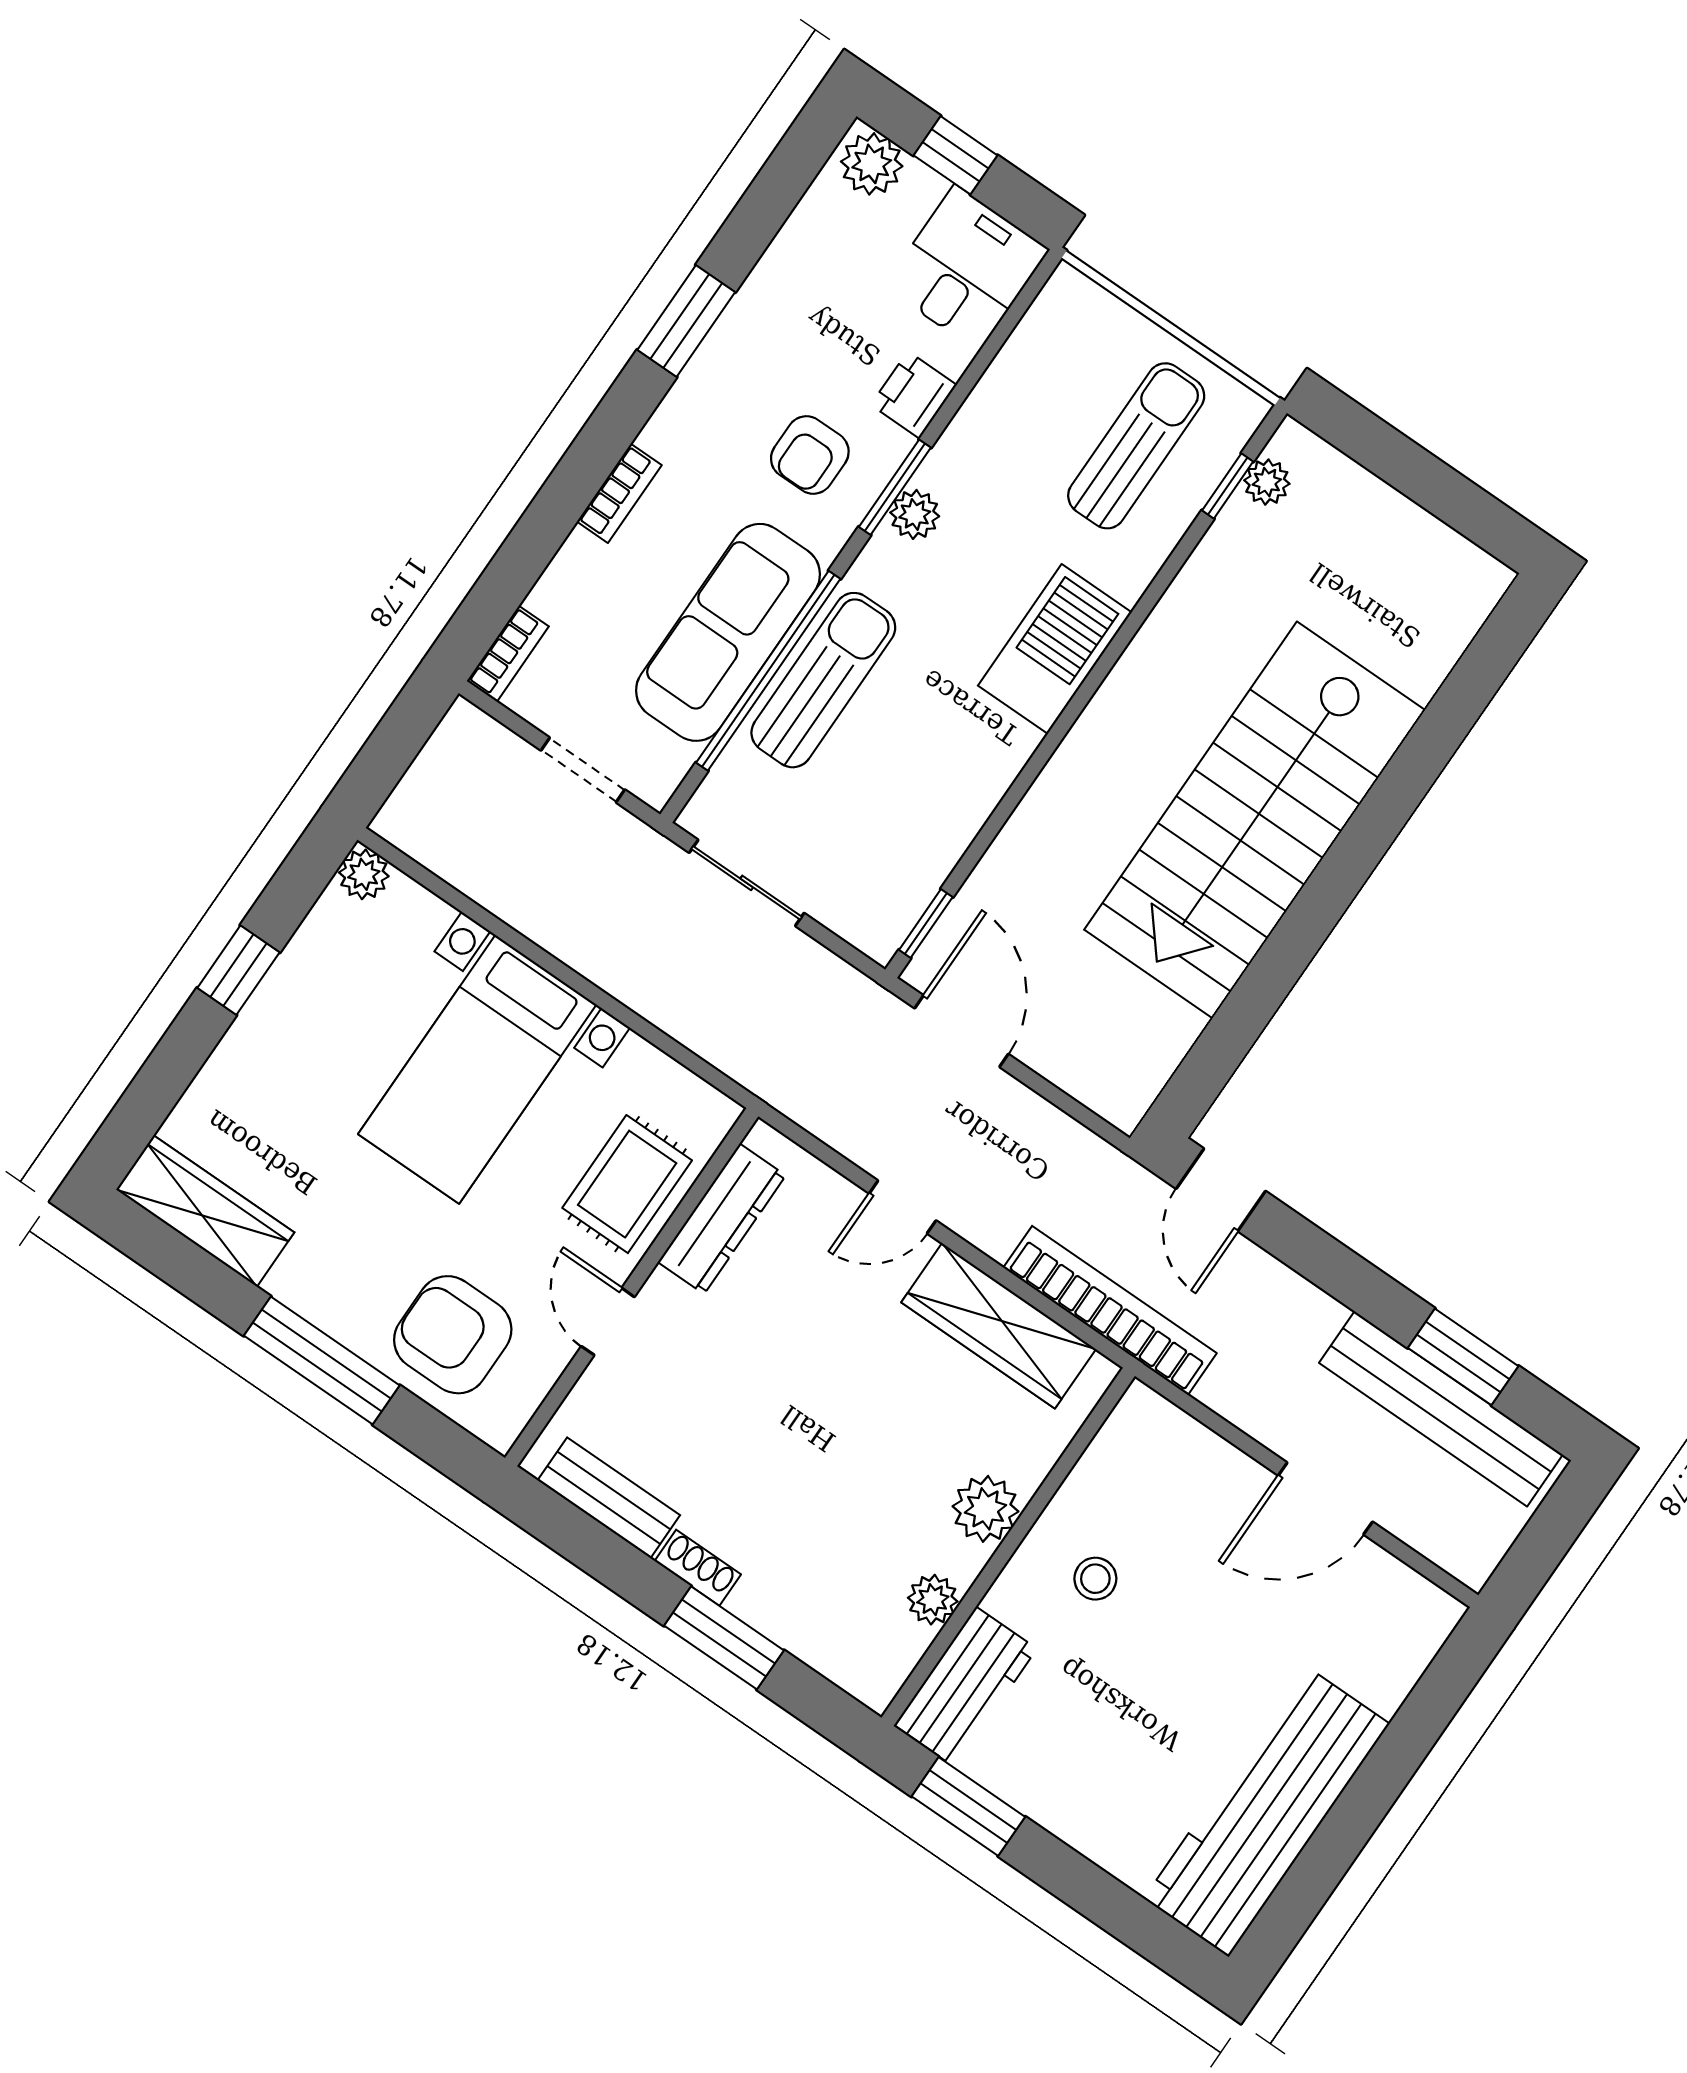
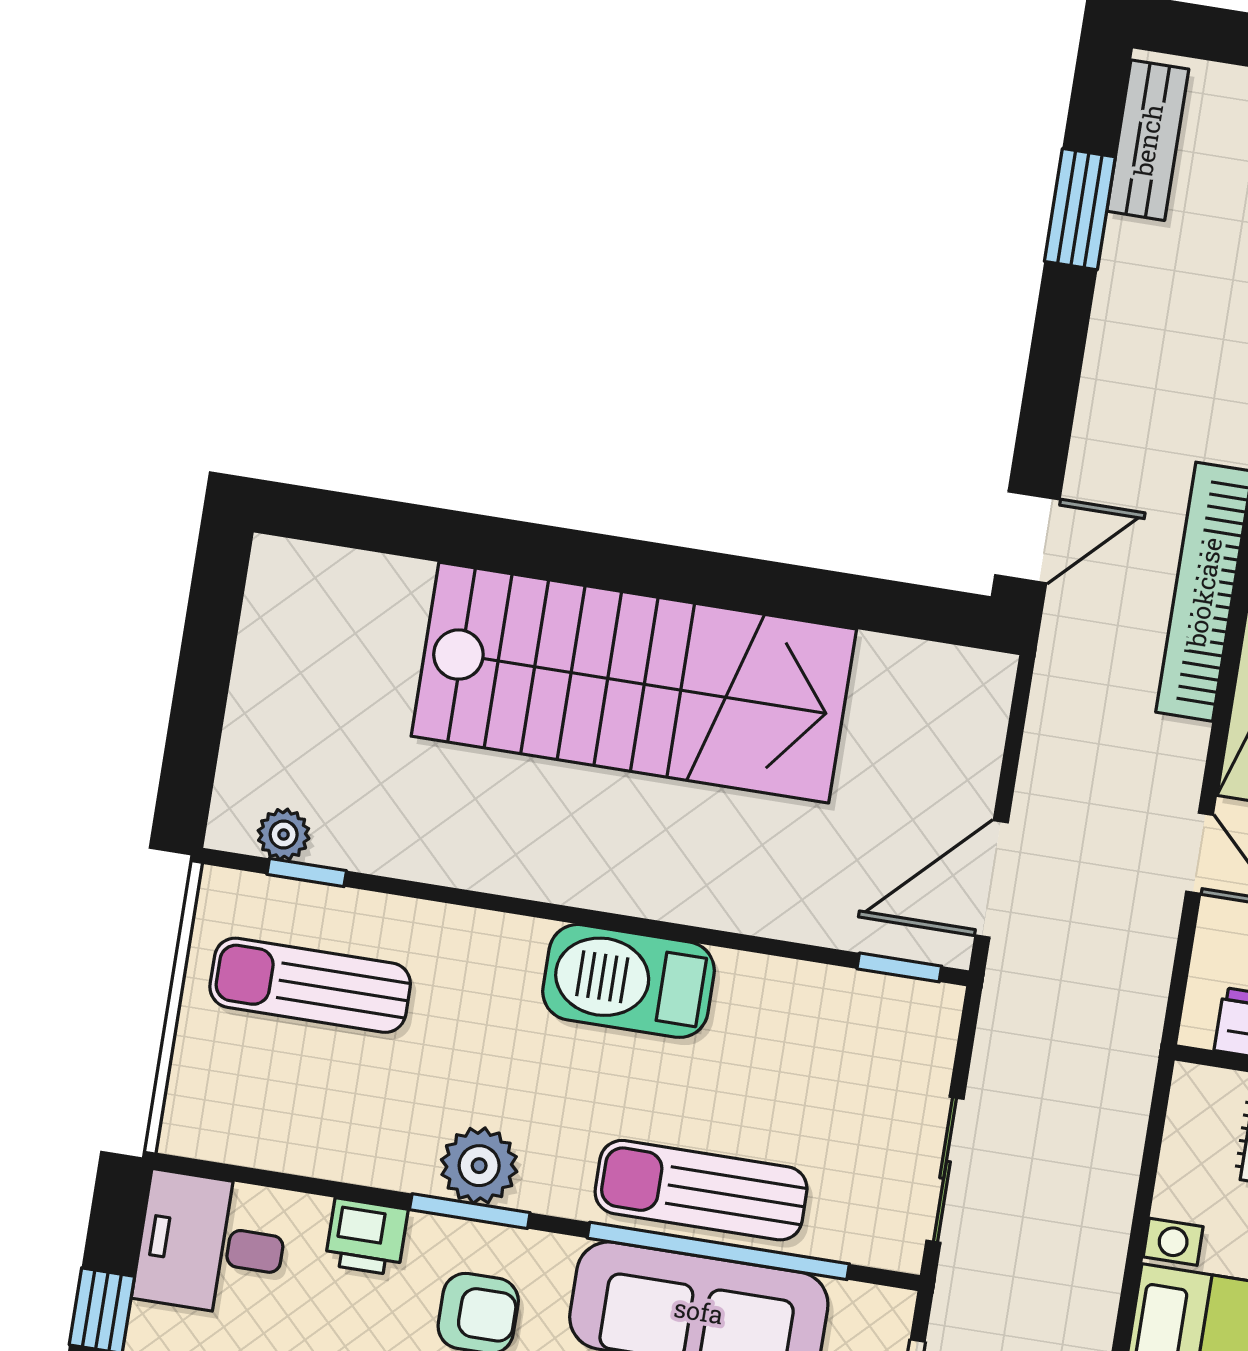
plant: (915, 514) -> (479, 1166), width x1.38, depth x1.38
barbecue: (1055, 649) -> (629, 981), moved
bench: (1441, 1409) -> (1148, 140), width x0.54, depth x0.82

